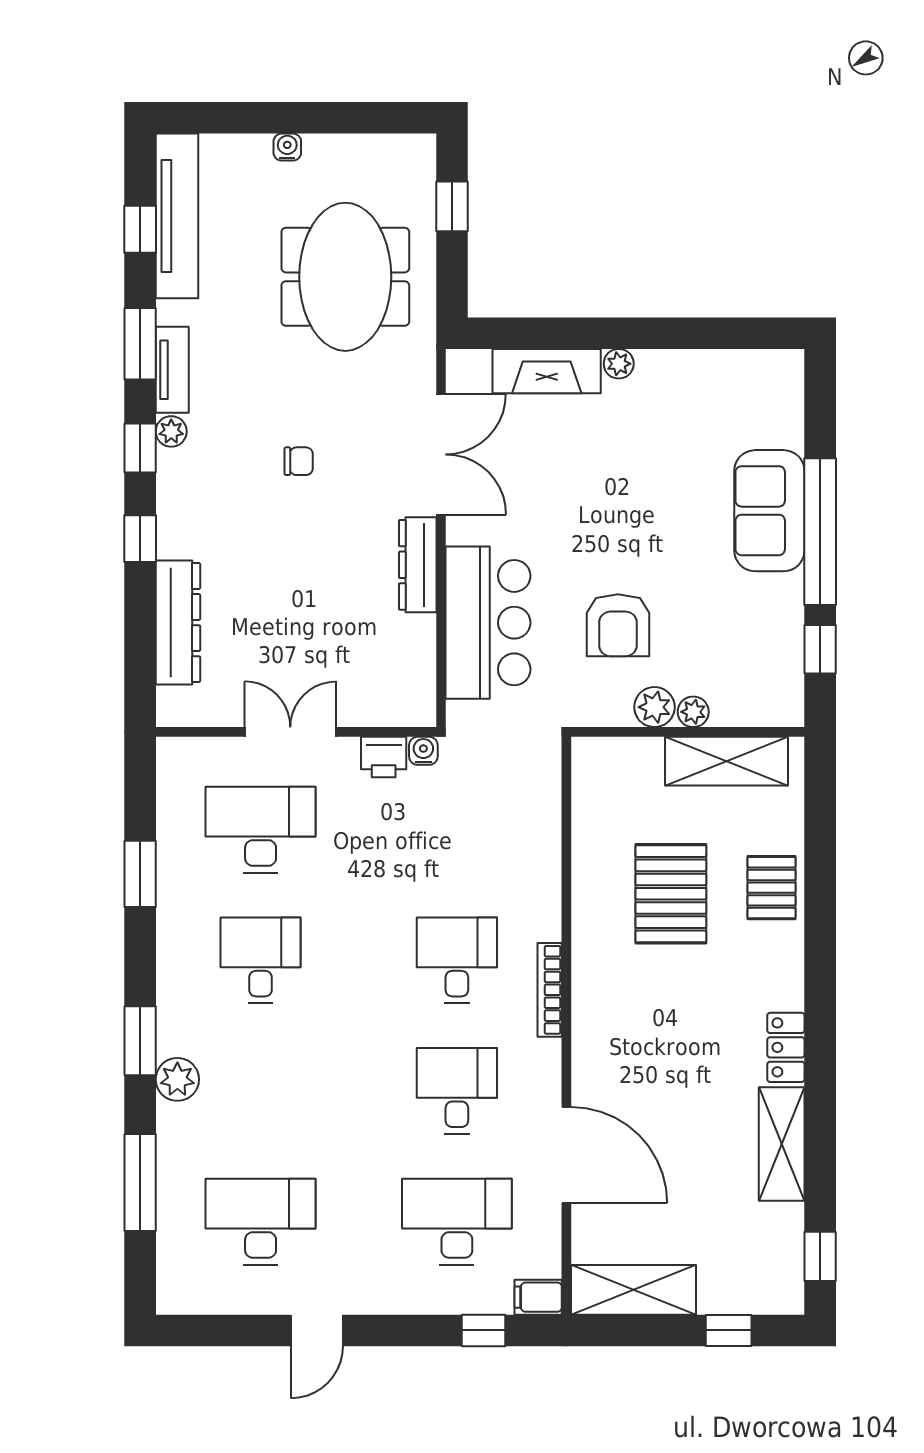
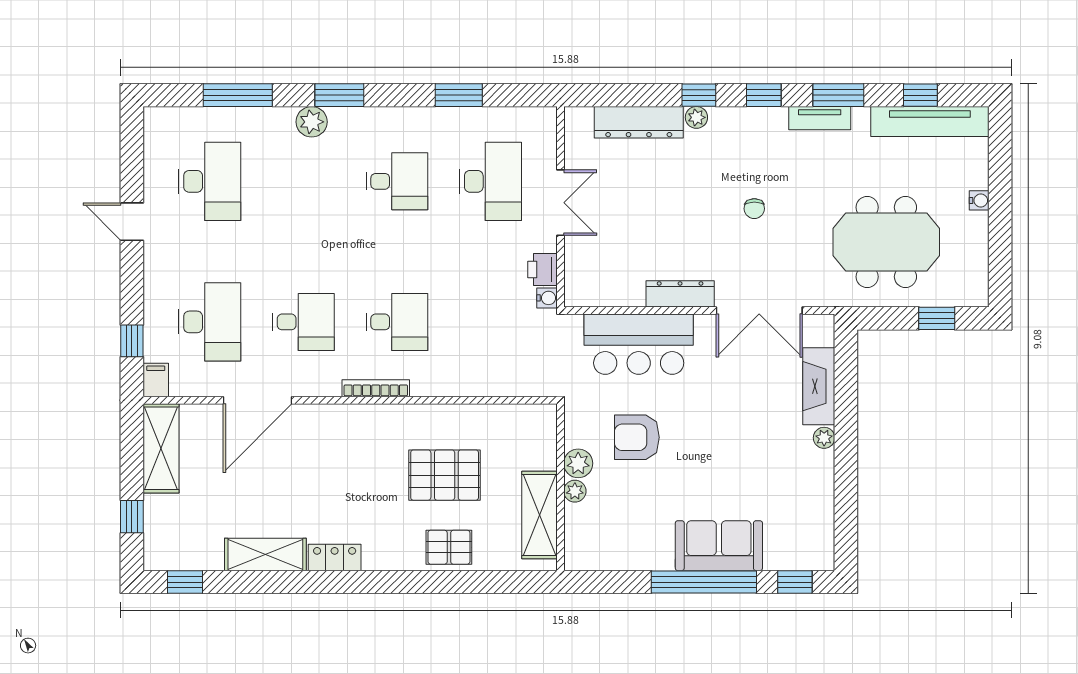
plant: (171, 431) -> (696, 117), moved
window: (820, 649) -> (795, 582), moved

